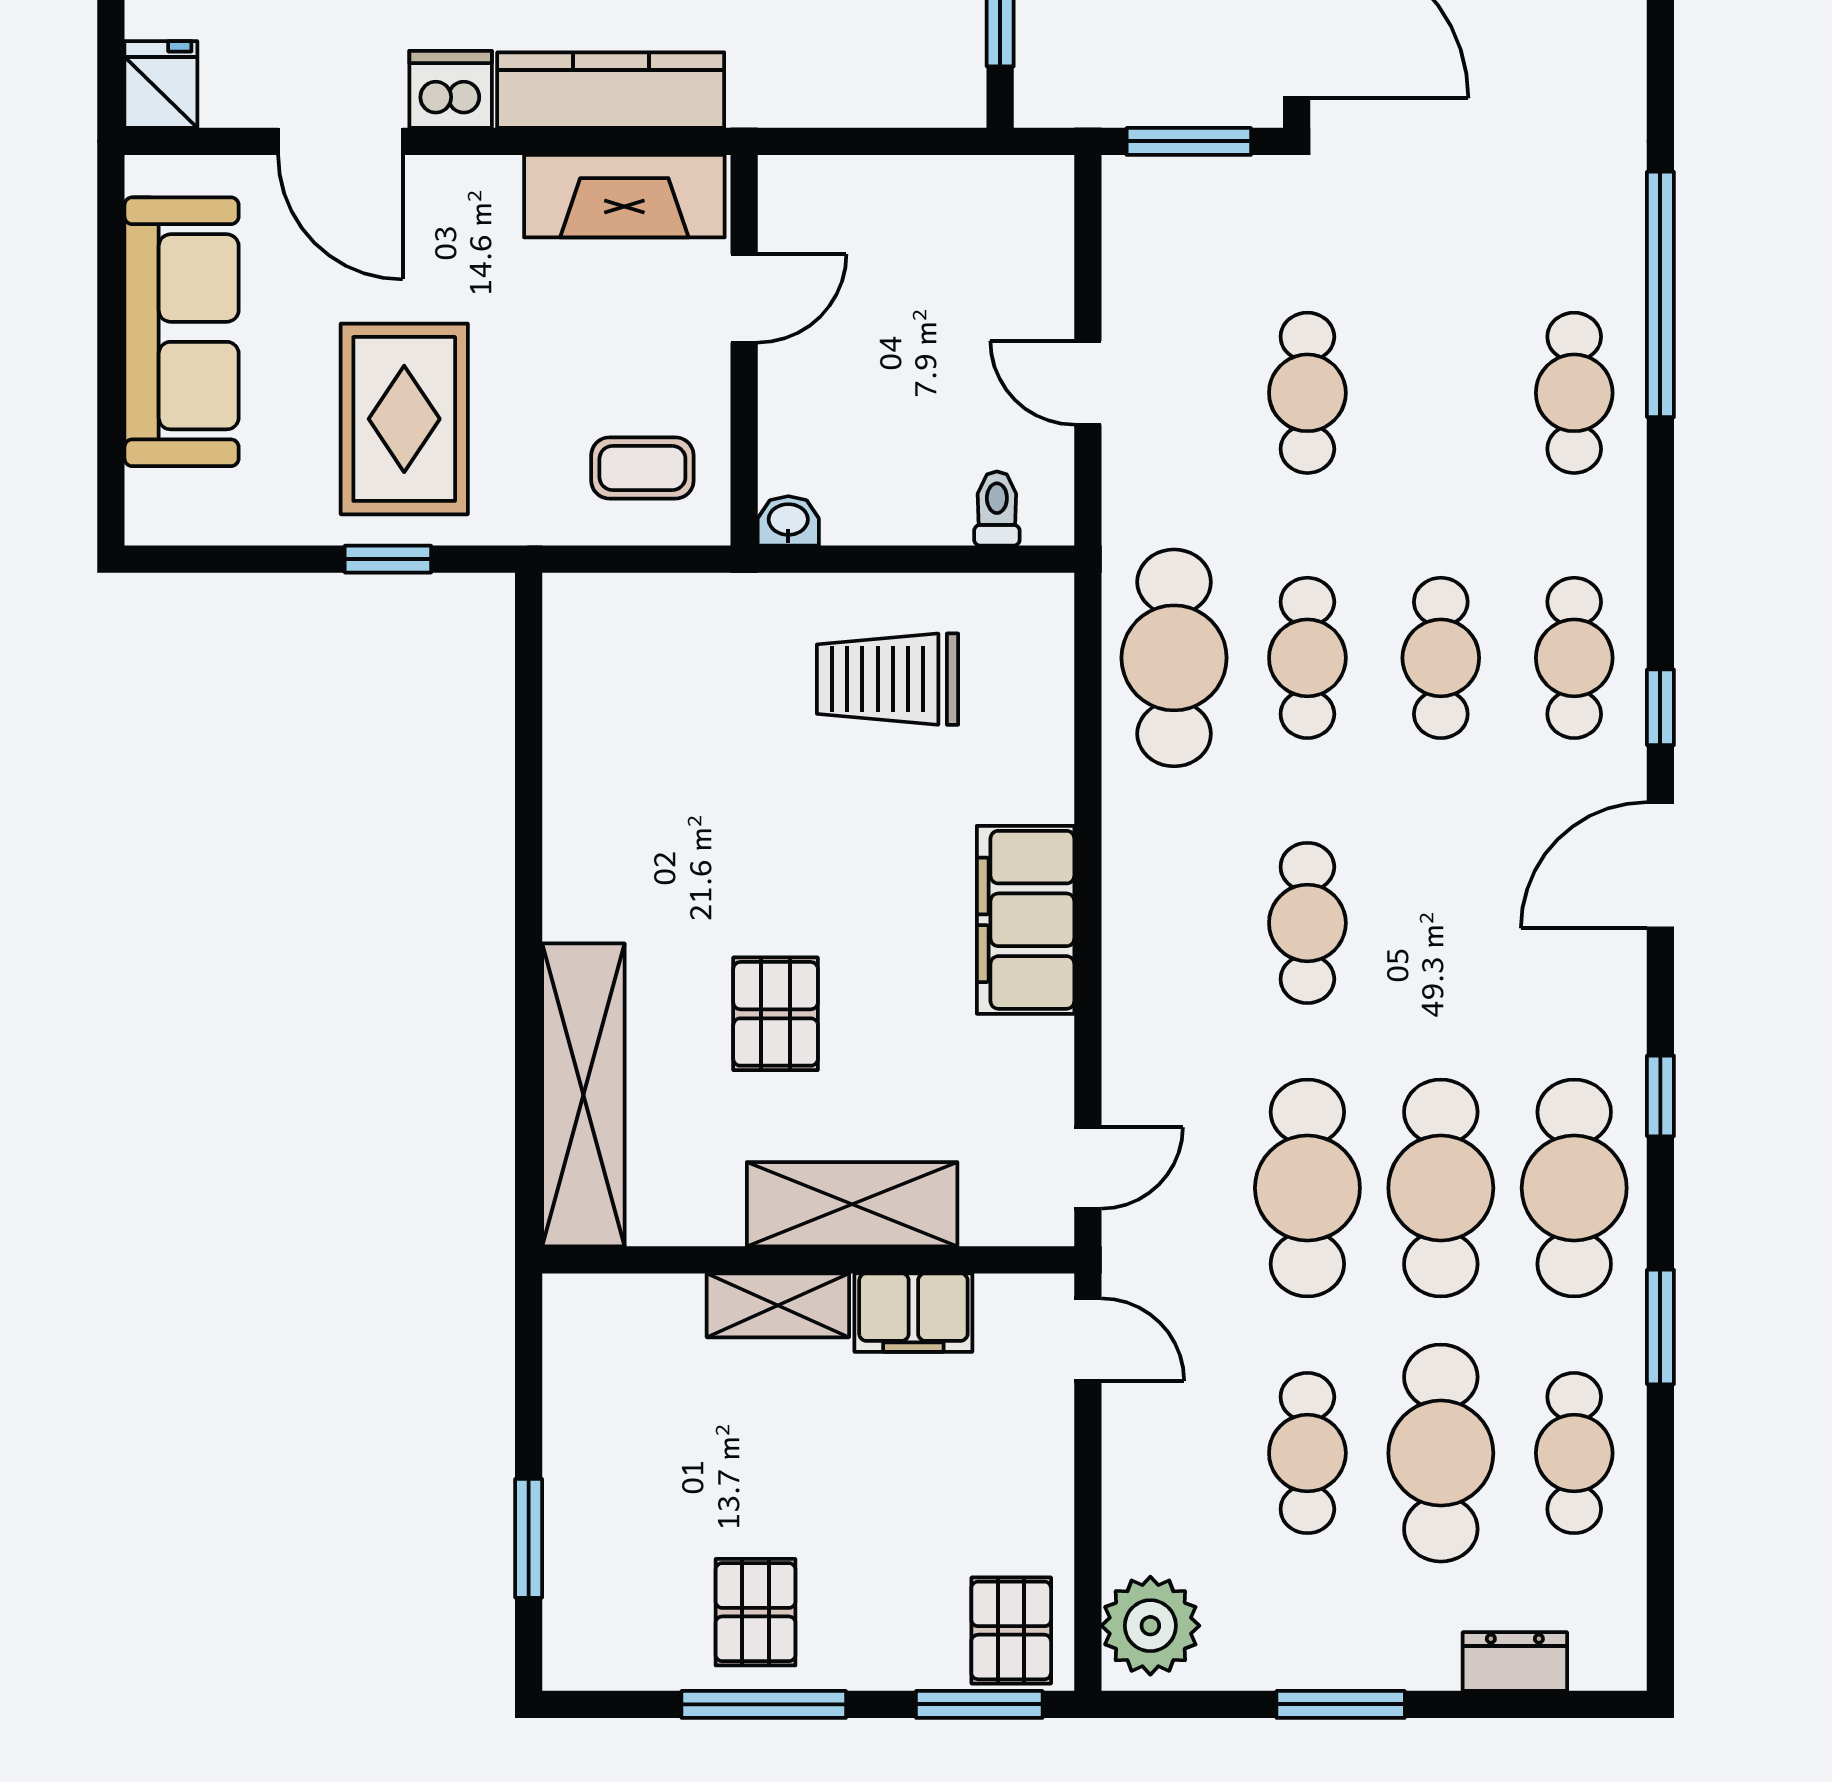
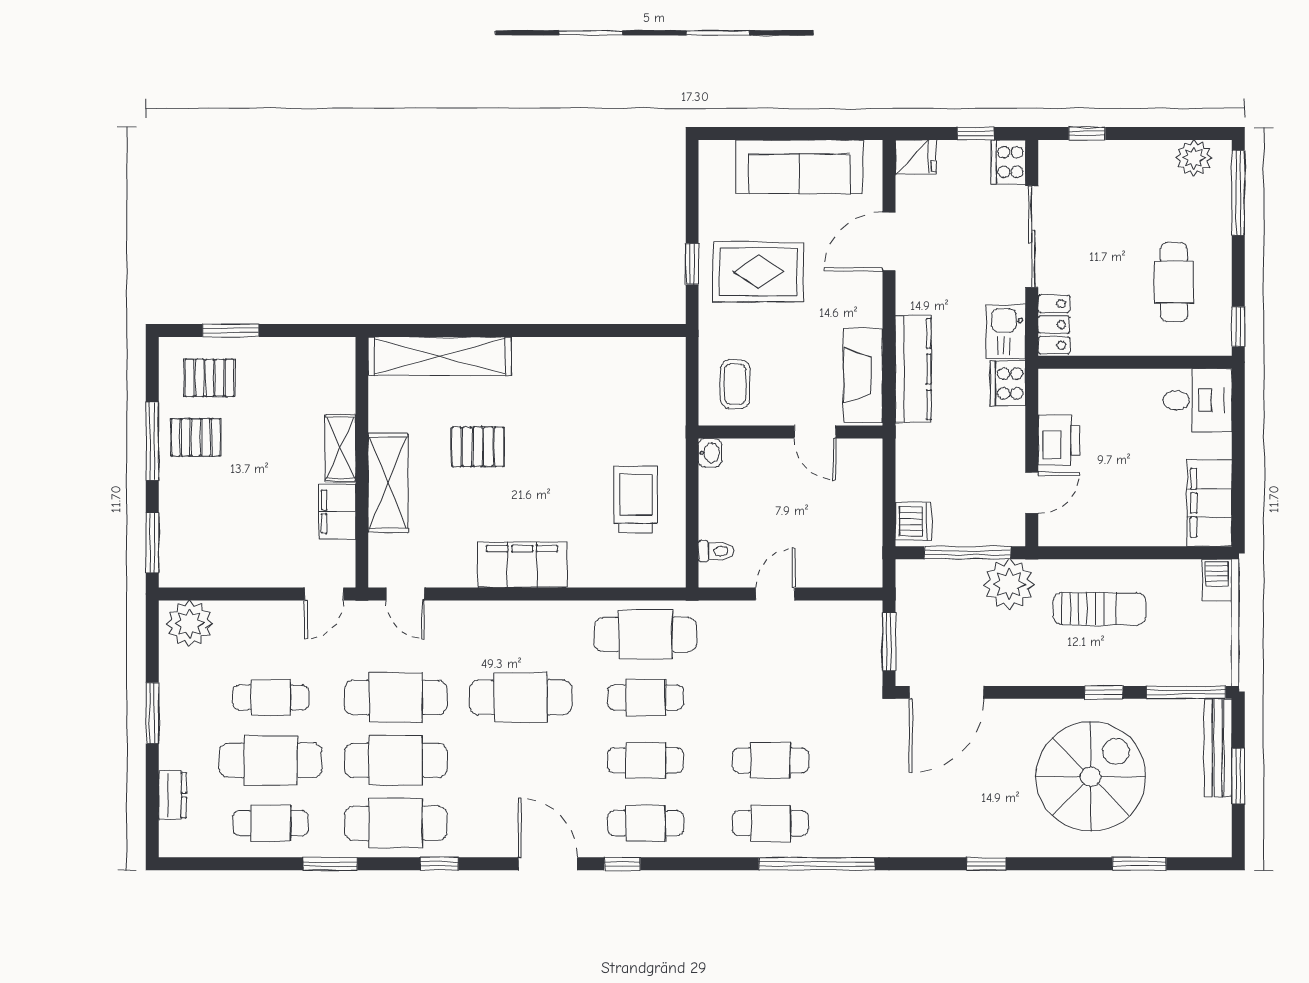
dishwasher: (451, 89) -> (913, 521), moved
cafe table: (1307, 393) -> (770, 760), moved
cafe table: (1307, 923) -> (521, 697), width x1.37, depth x1.35
pallet: (1011, 1630) -> (210, 378), moved

